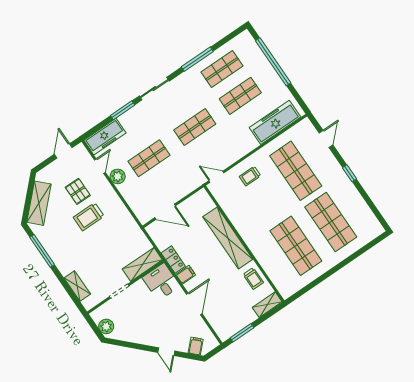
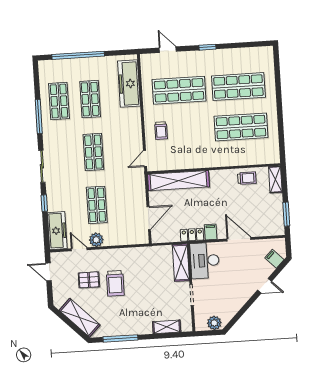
window: (123, 110) -> (44, 203), width x0.67
shelving: (228, 238) -> (178, 181), moved
desk: (161, 282) -> (205, 261), width x1.37

